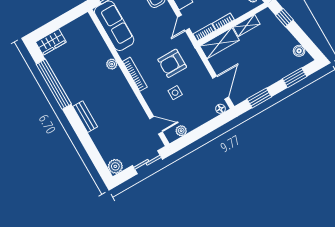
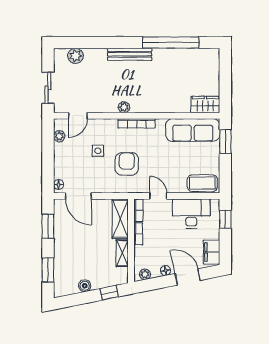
wardrobe: (51, 42) -> (205, 105), moved, turned 90
boiler: (299, 51) -> (85, 286), moved
plant: (112, 64) -> (124, 107), moved
bench: (85, 117) -> (130, 54), width x1.36
plant: (115, 166) -> (76, 56), moved

